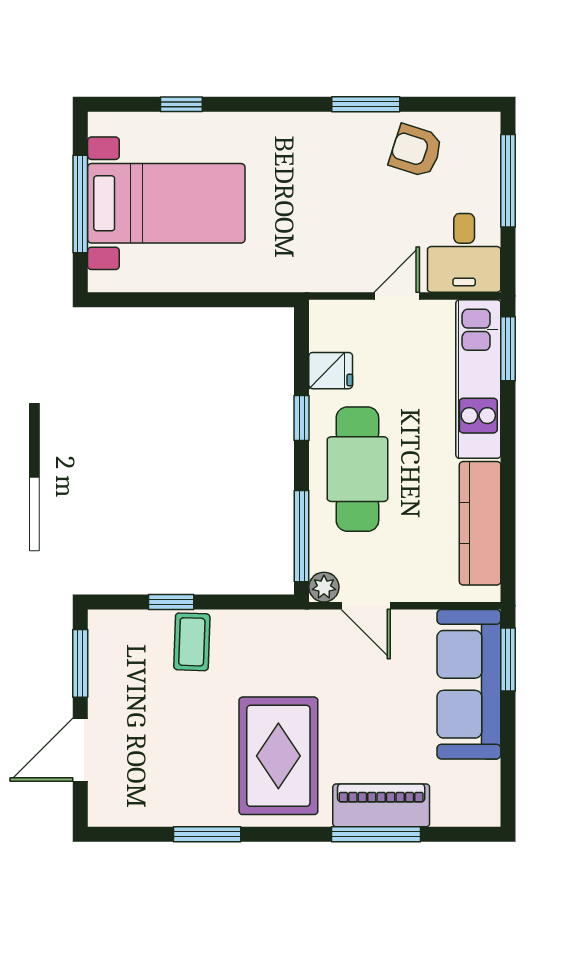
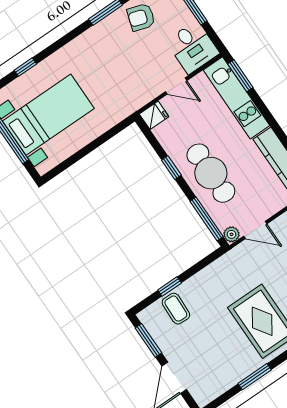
door: (397, 296) -> (176, 86), swing flipped
fridge: (331, 371) -> (154, 115), moved
coffee table: (192, 642) -> (176, 309), moved

